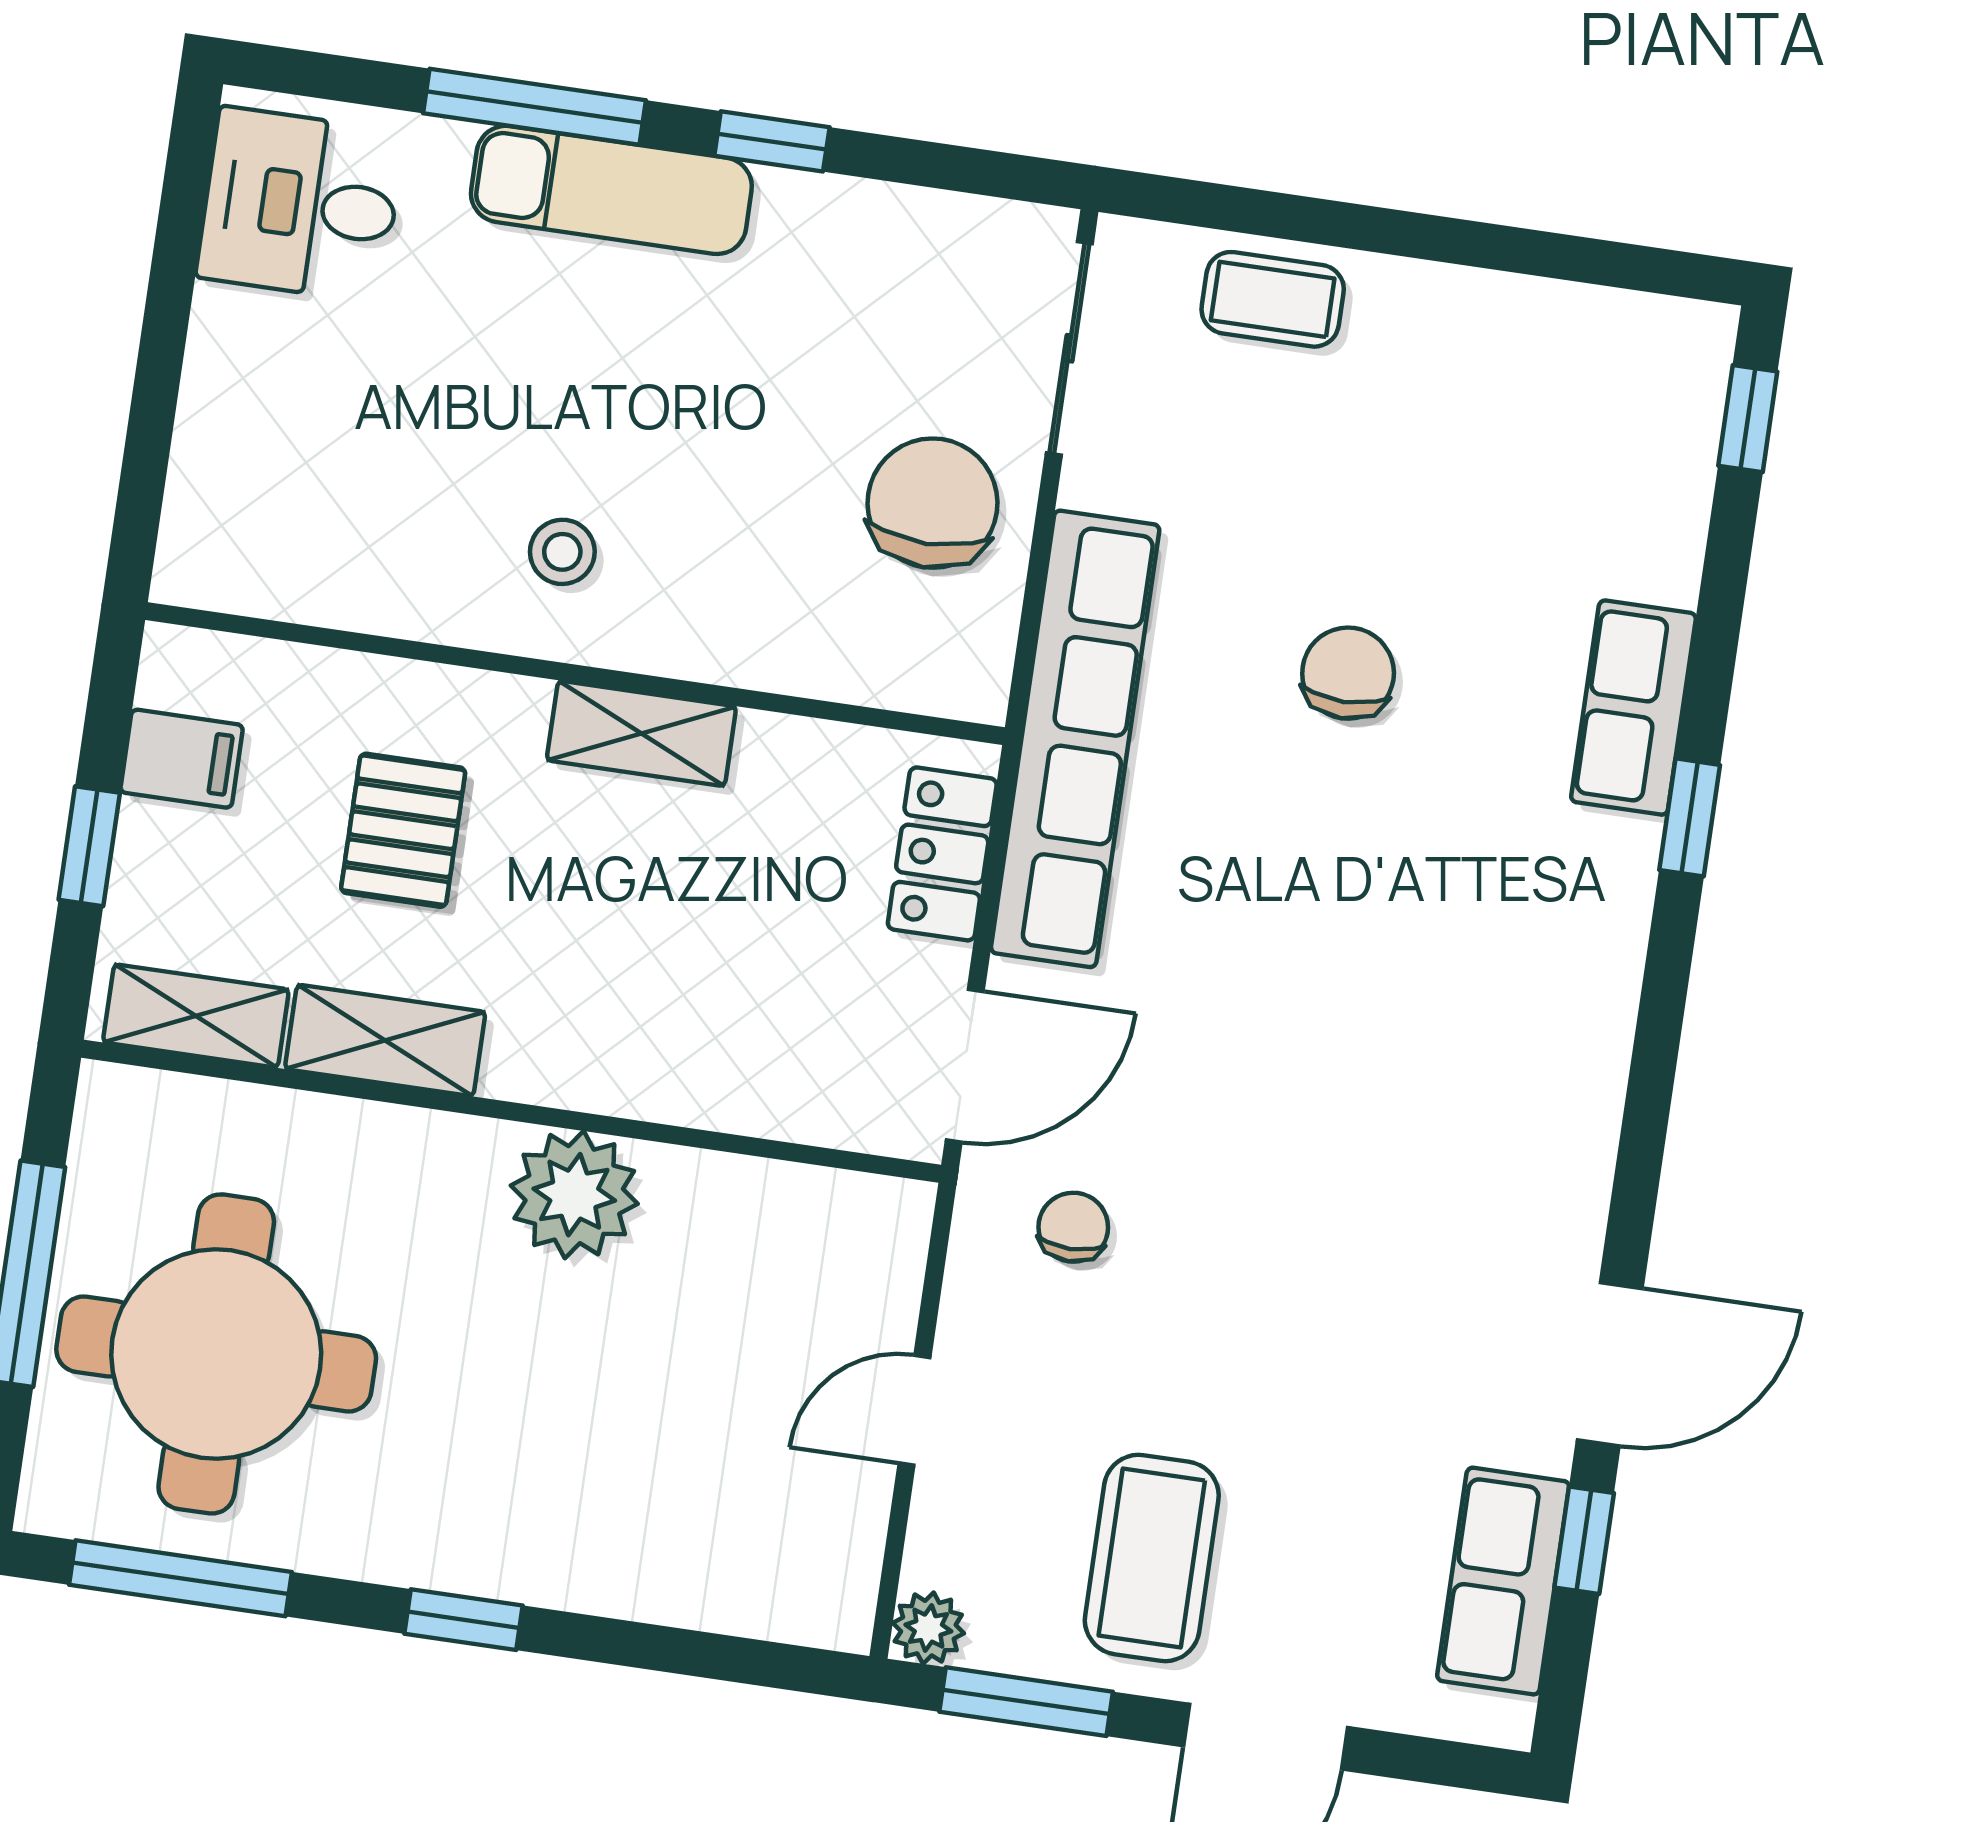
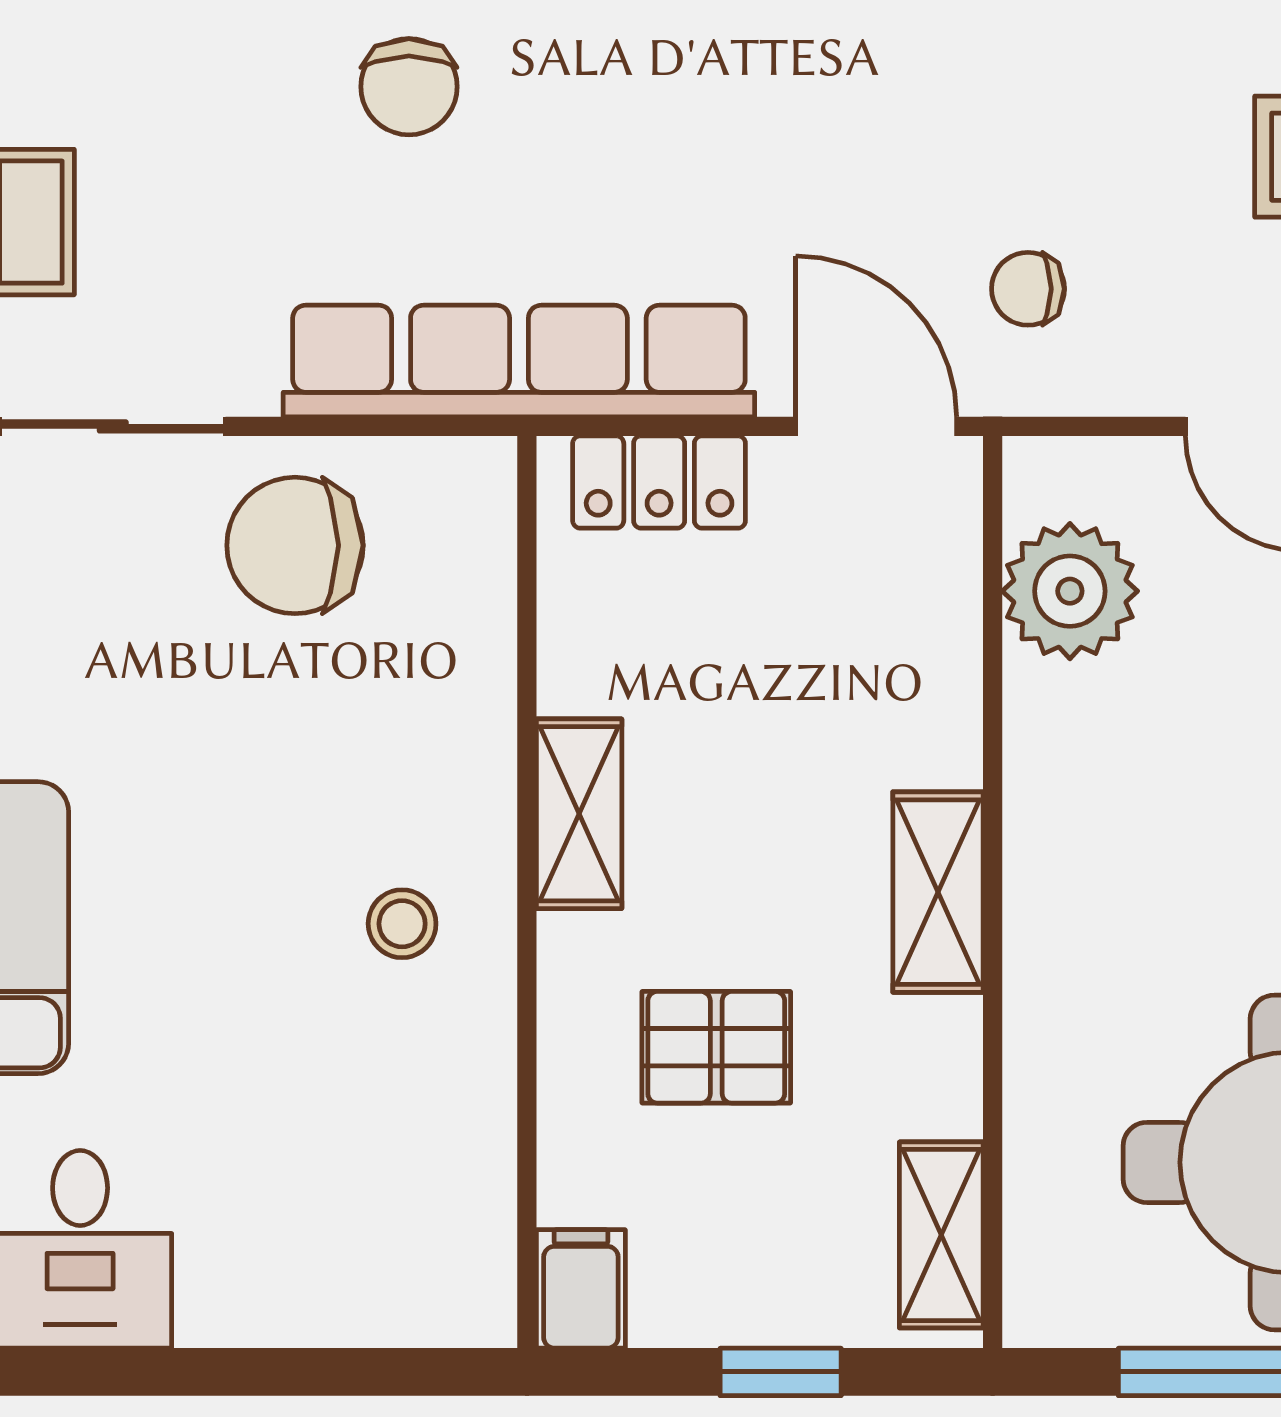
chair: (1348, 673) -> (409, 87), turned -90
filing cabinet: (182, 759) -> (581, 1289), moved
shelving: (385, 1040) -> (938, 892), moved
plant: (574, 1195) -> (1070, 591), moved

